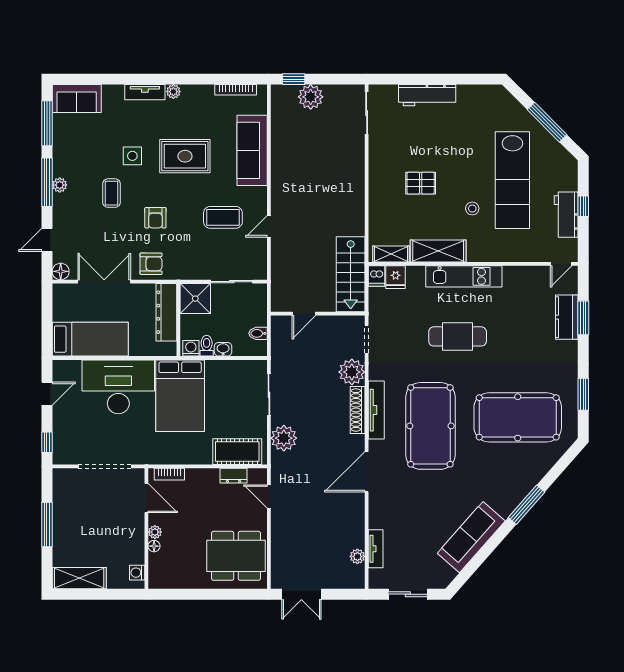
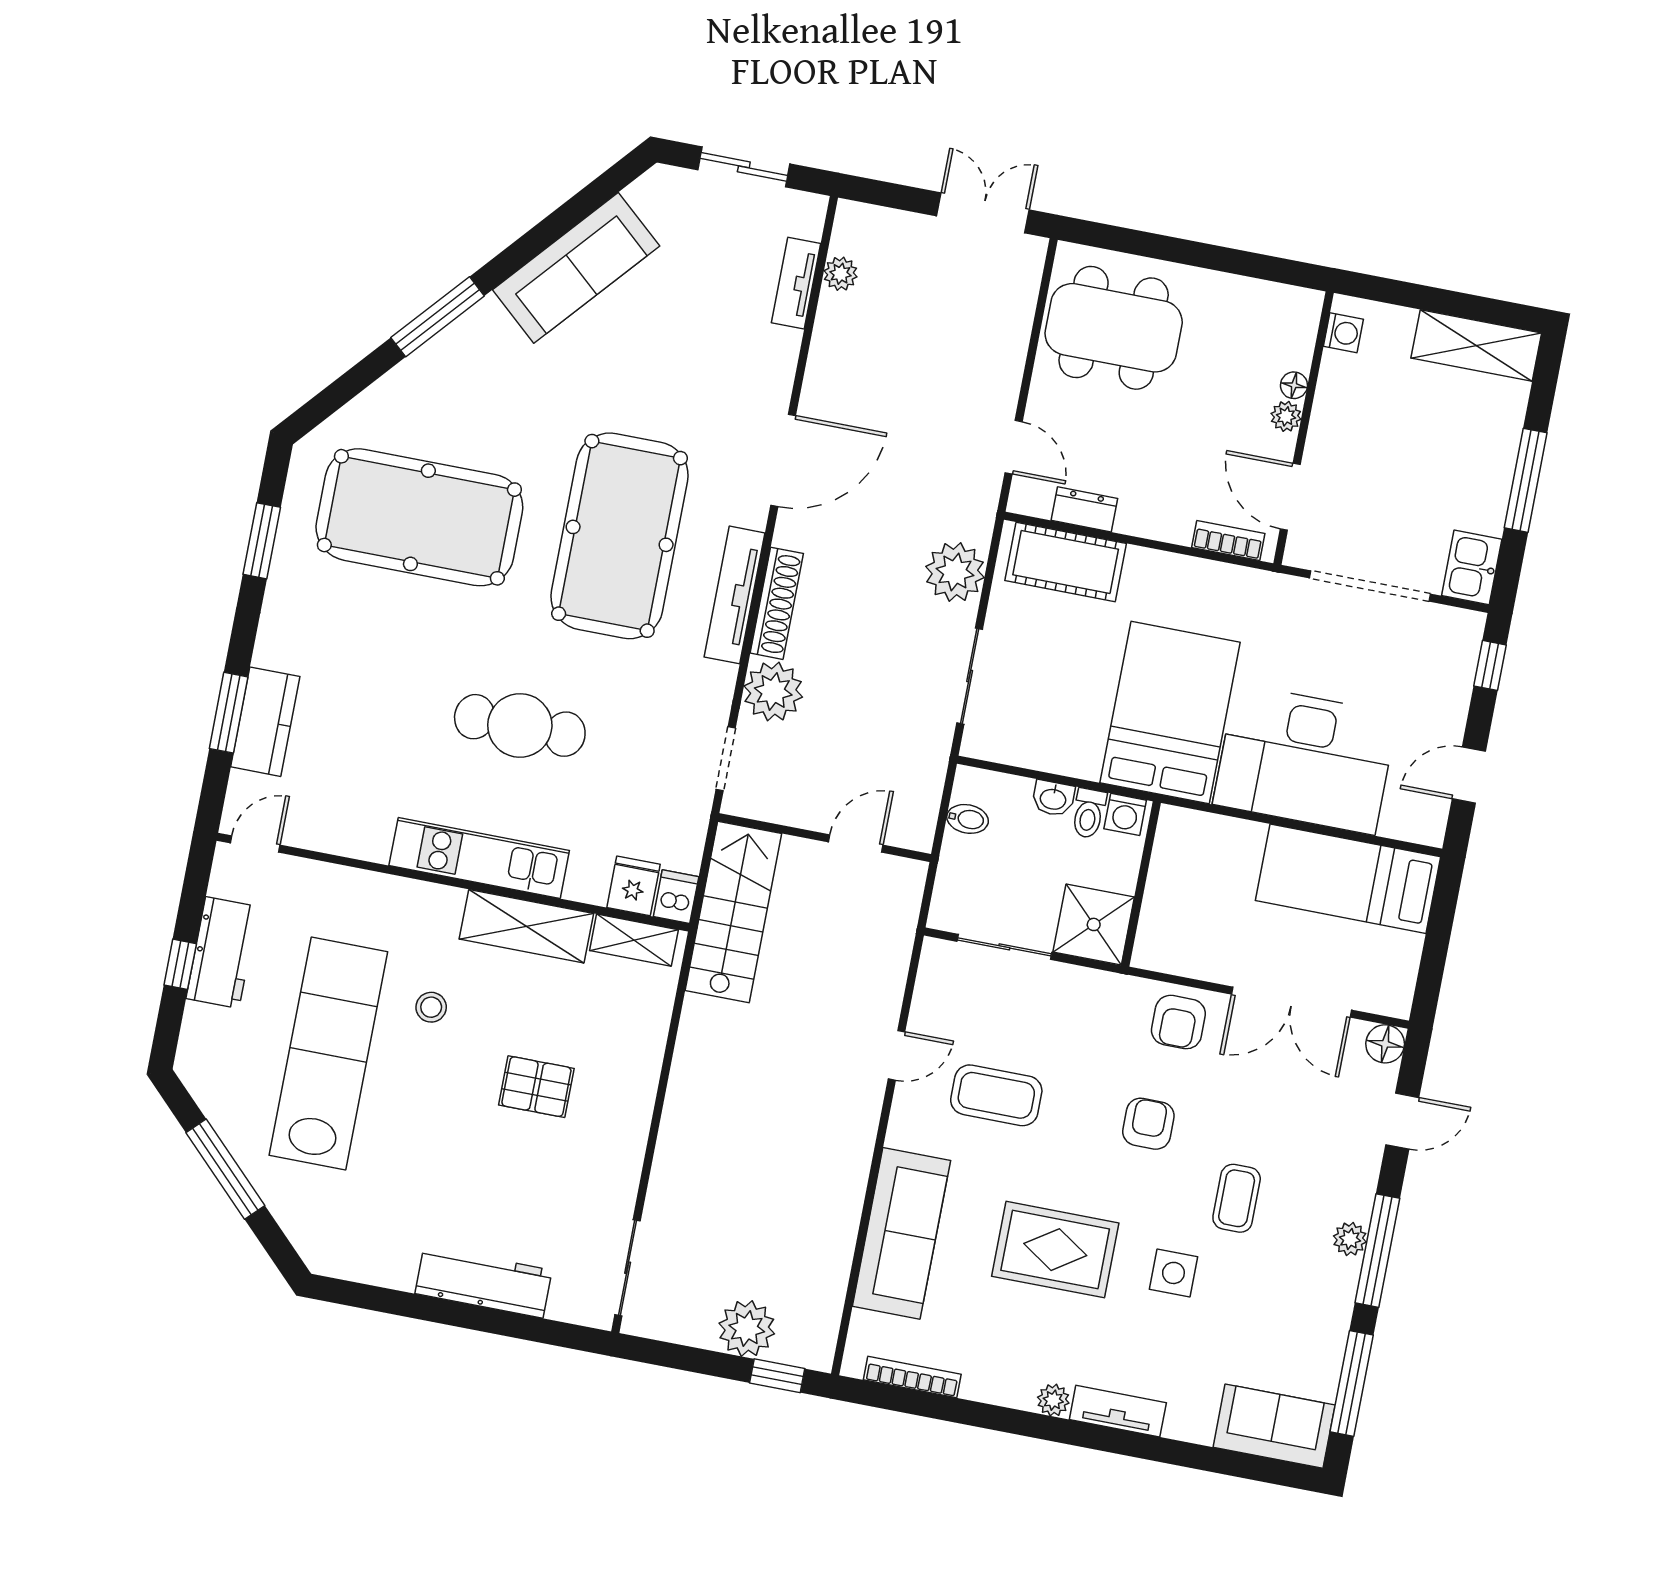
armchair: (151, 264) -> (1178, 1022), turned -90
dresser: (166, 312) -> (1165, 906), removed
kitchen sink: (63, 483) -> (1472, 567), added

